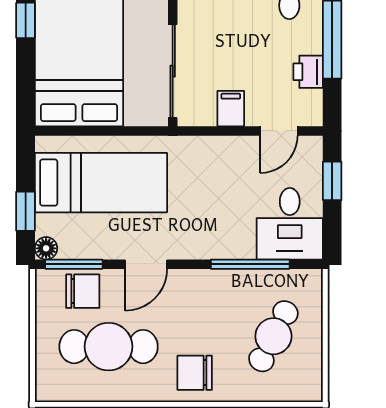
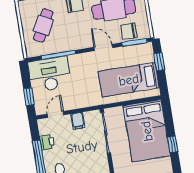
desk: (290, 224) -> (49, 74), width x1.37
floor lamp: (46, 248) -> (148, 47), removed
door: (146, 264) -> (103, 47), hinge flipped

